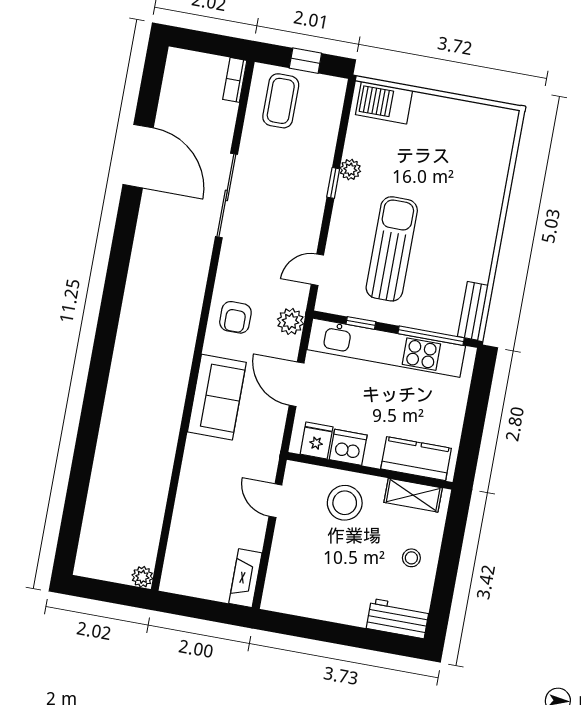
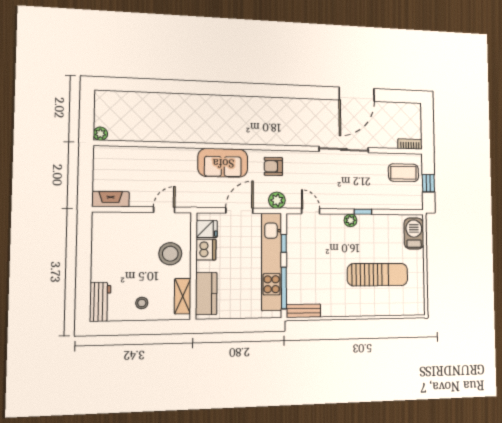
plant: (350, 170) -> (350, 220), moved
sun lounger: (392, 249) -> (378, 275), moved

